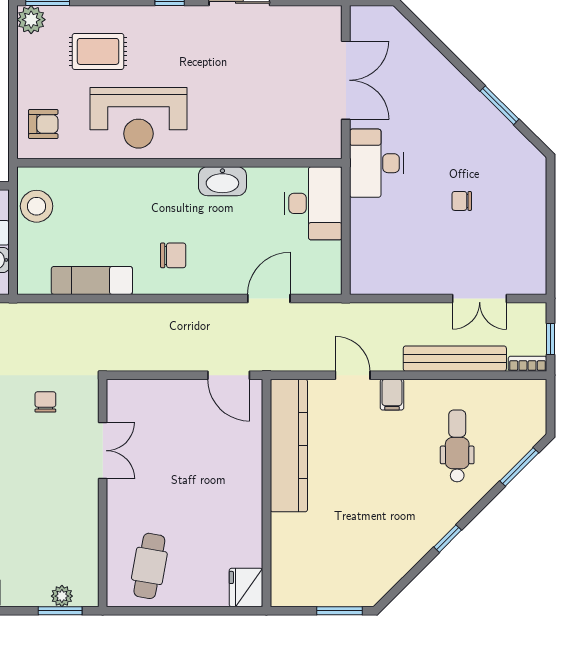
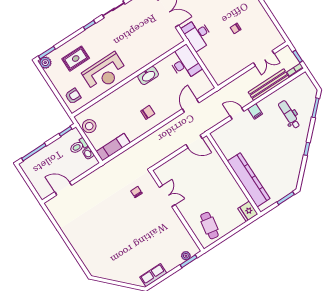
exam couch: (92, 280) -> (113, 147), moved
kitchen counter: (289, 446) -> (249, 180), moved

